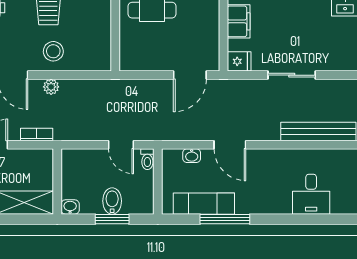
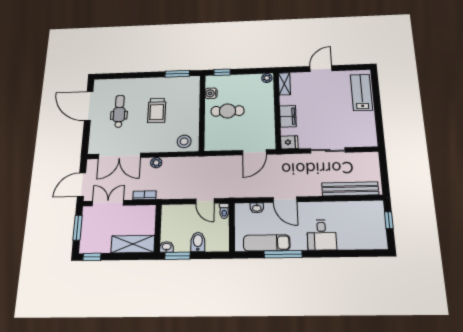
stool: (53, 51) -> (184, 141), moved
desk: (311, 194) -> (322, 235), moved
window: (112, 219) -> (177, 256), moved

